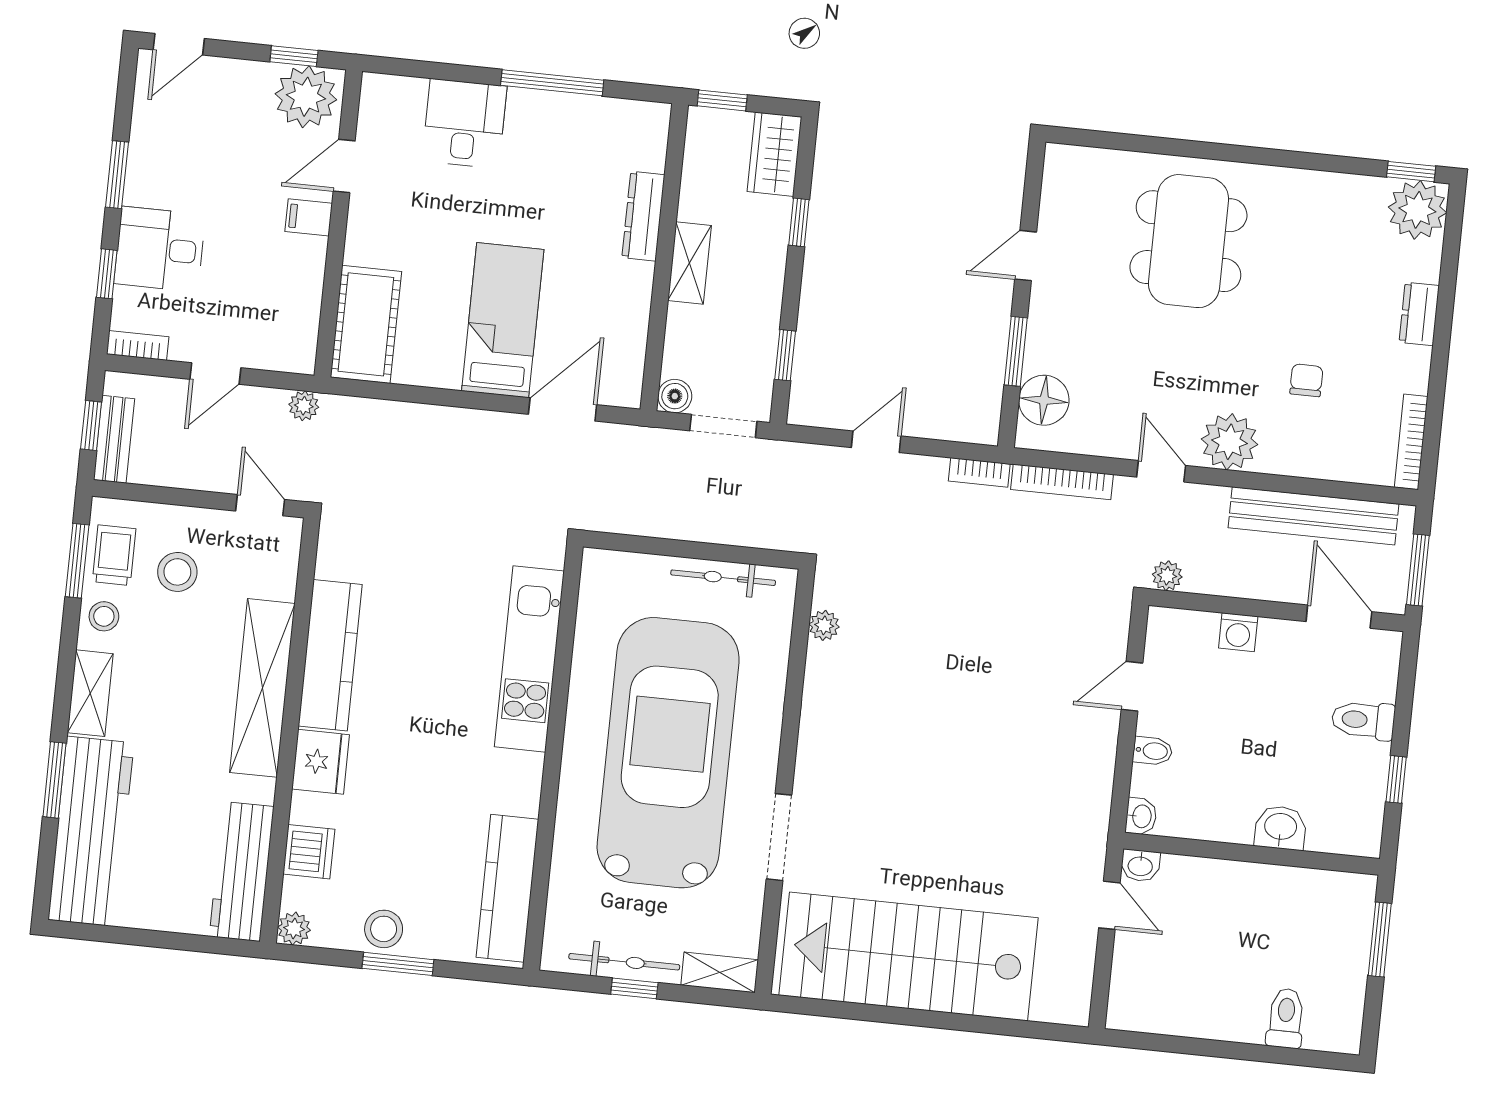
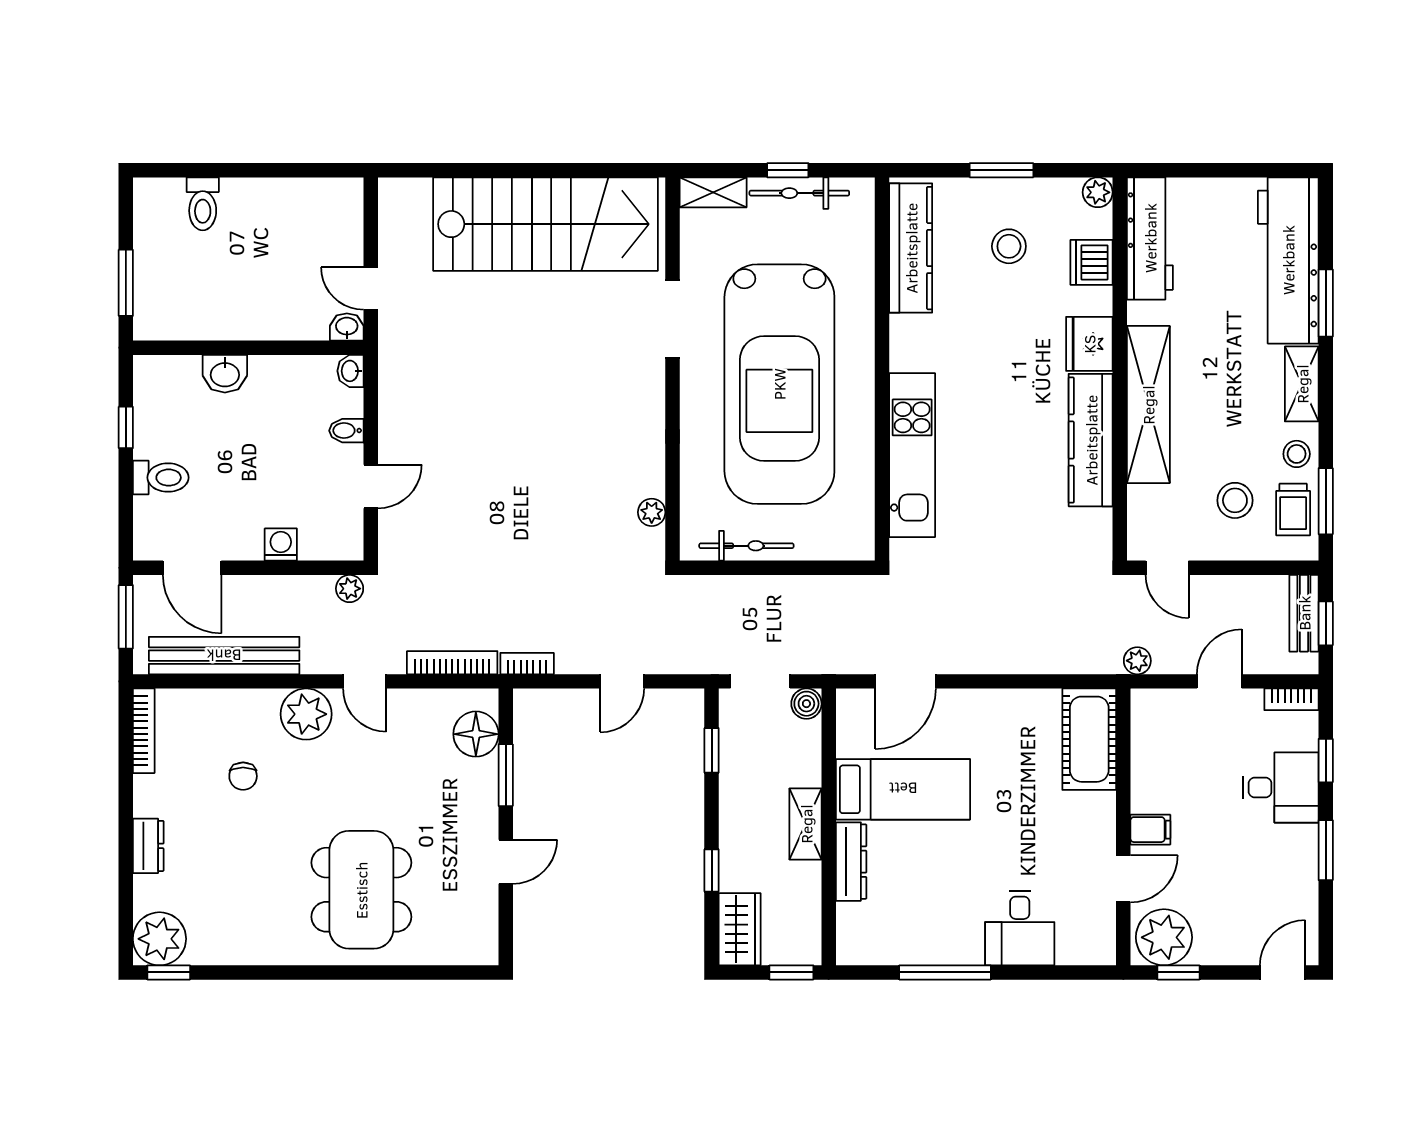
bed: (503, 320) -> (903, 789), moved, turned -90
stool: (384, 929) -> (1009, 246), moved

